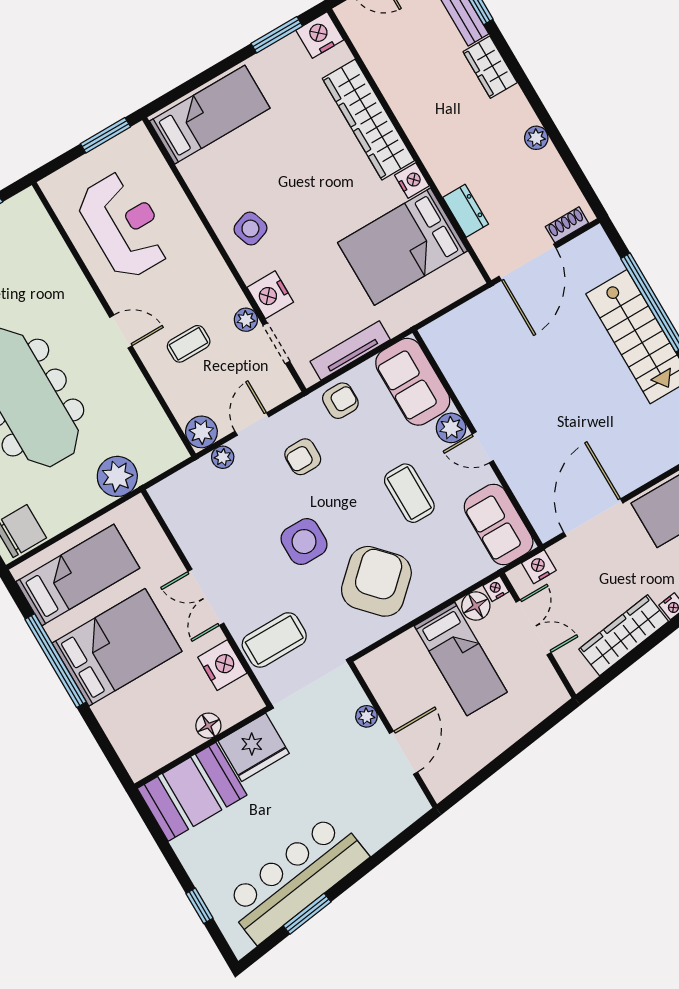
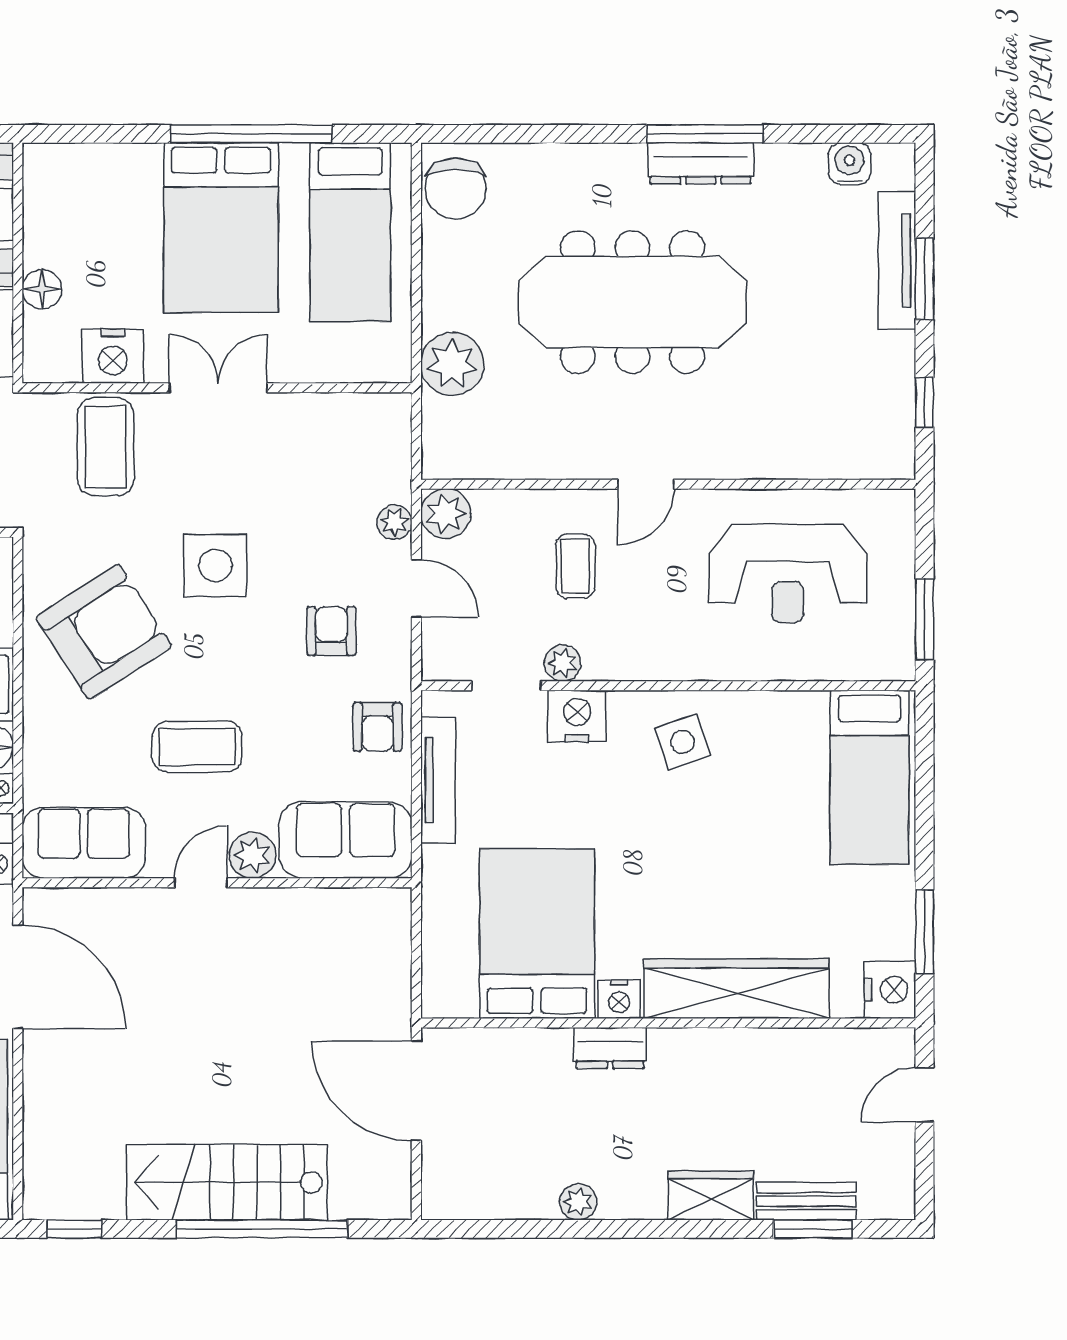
dresser: (466, 211) -> (610, 1048), moved
shoe rack: (567, 225) -> (436, 1174), removed
armchair: (376, 581) -> (104, 632), turned -80

